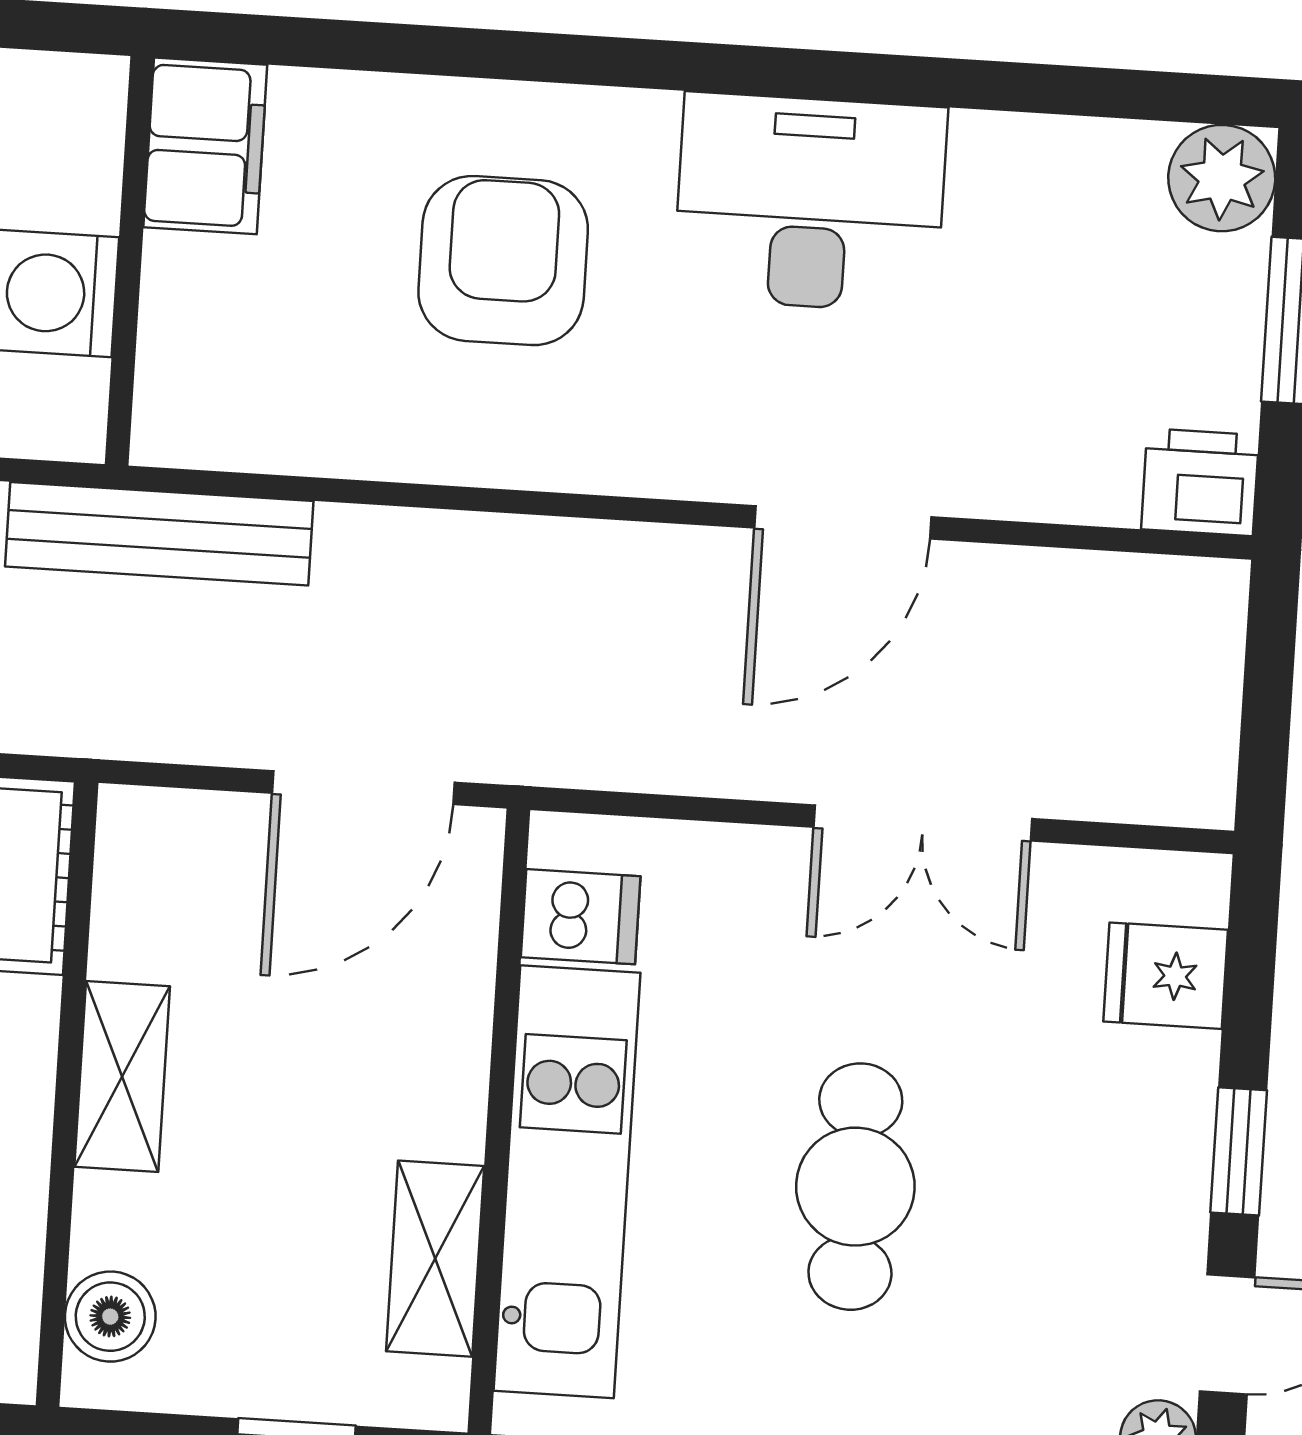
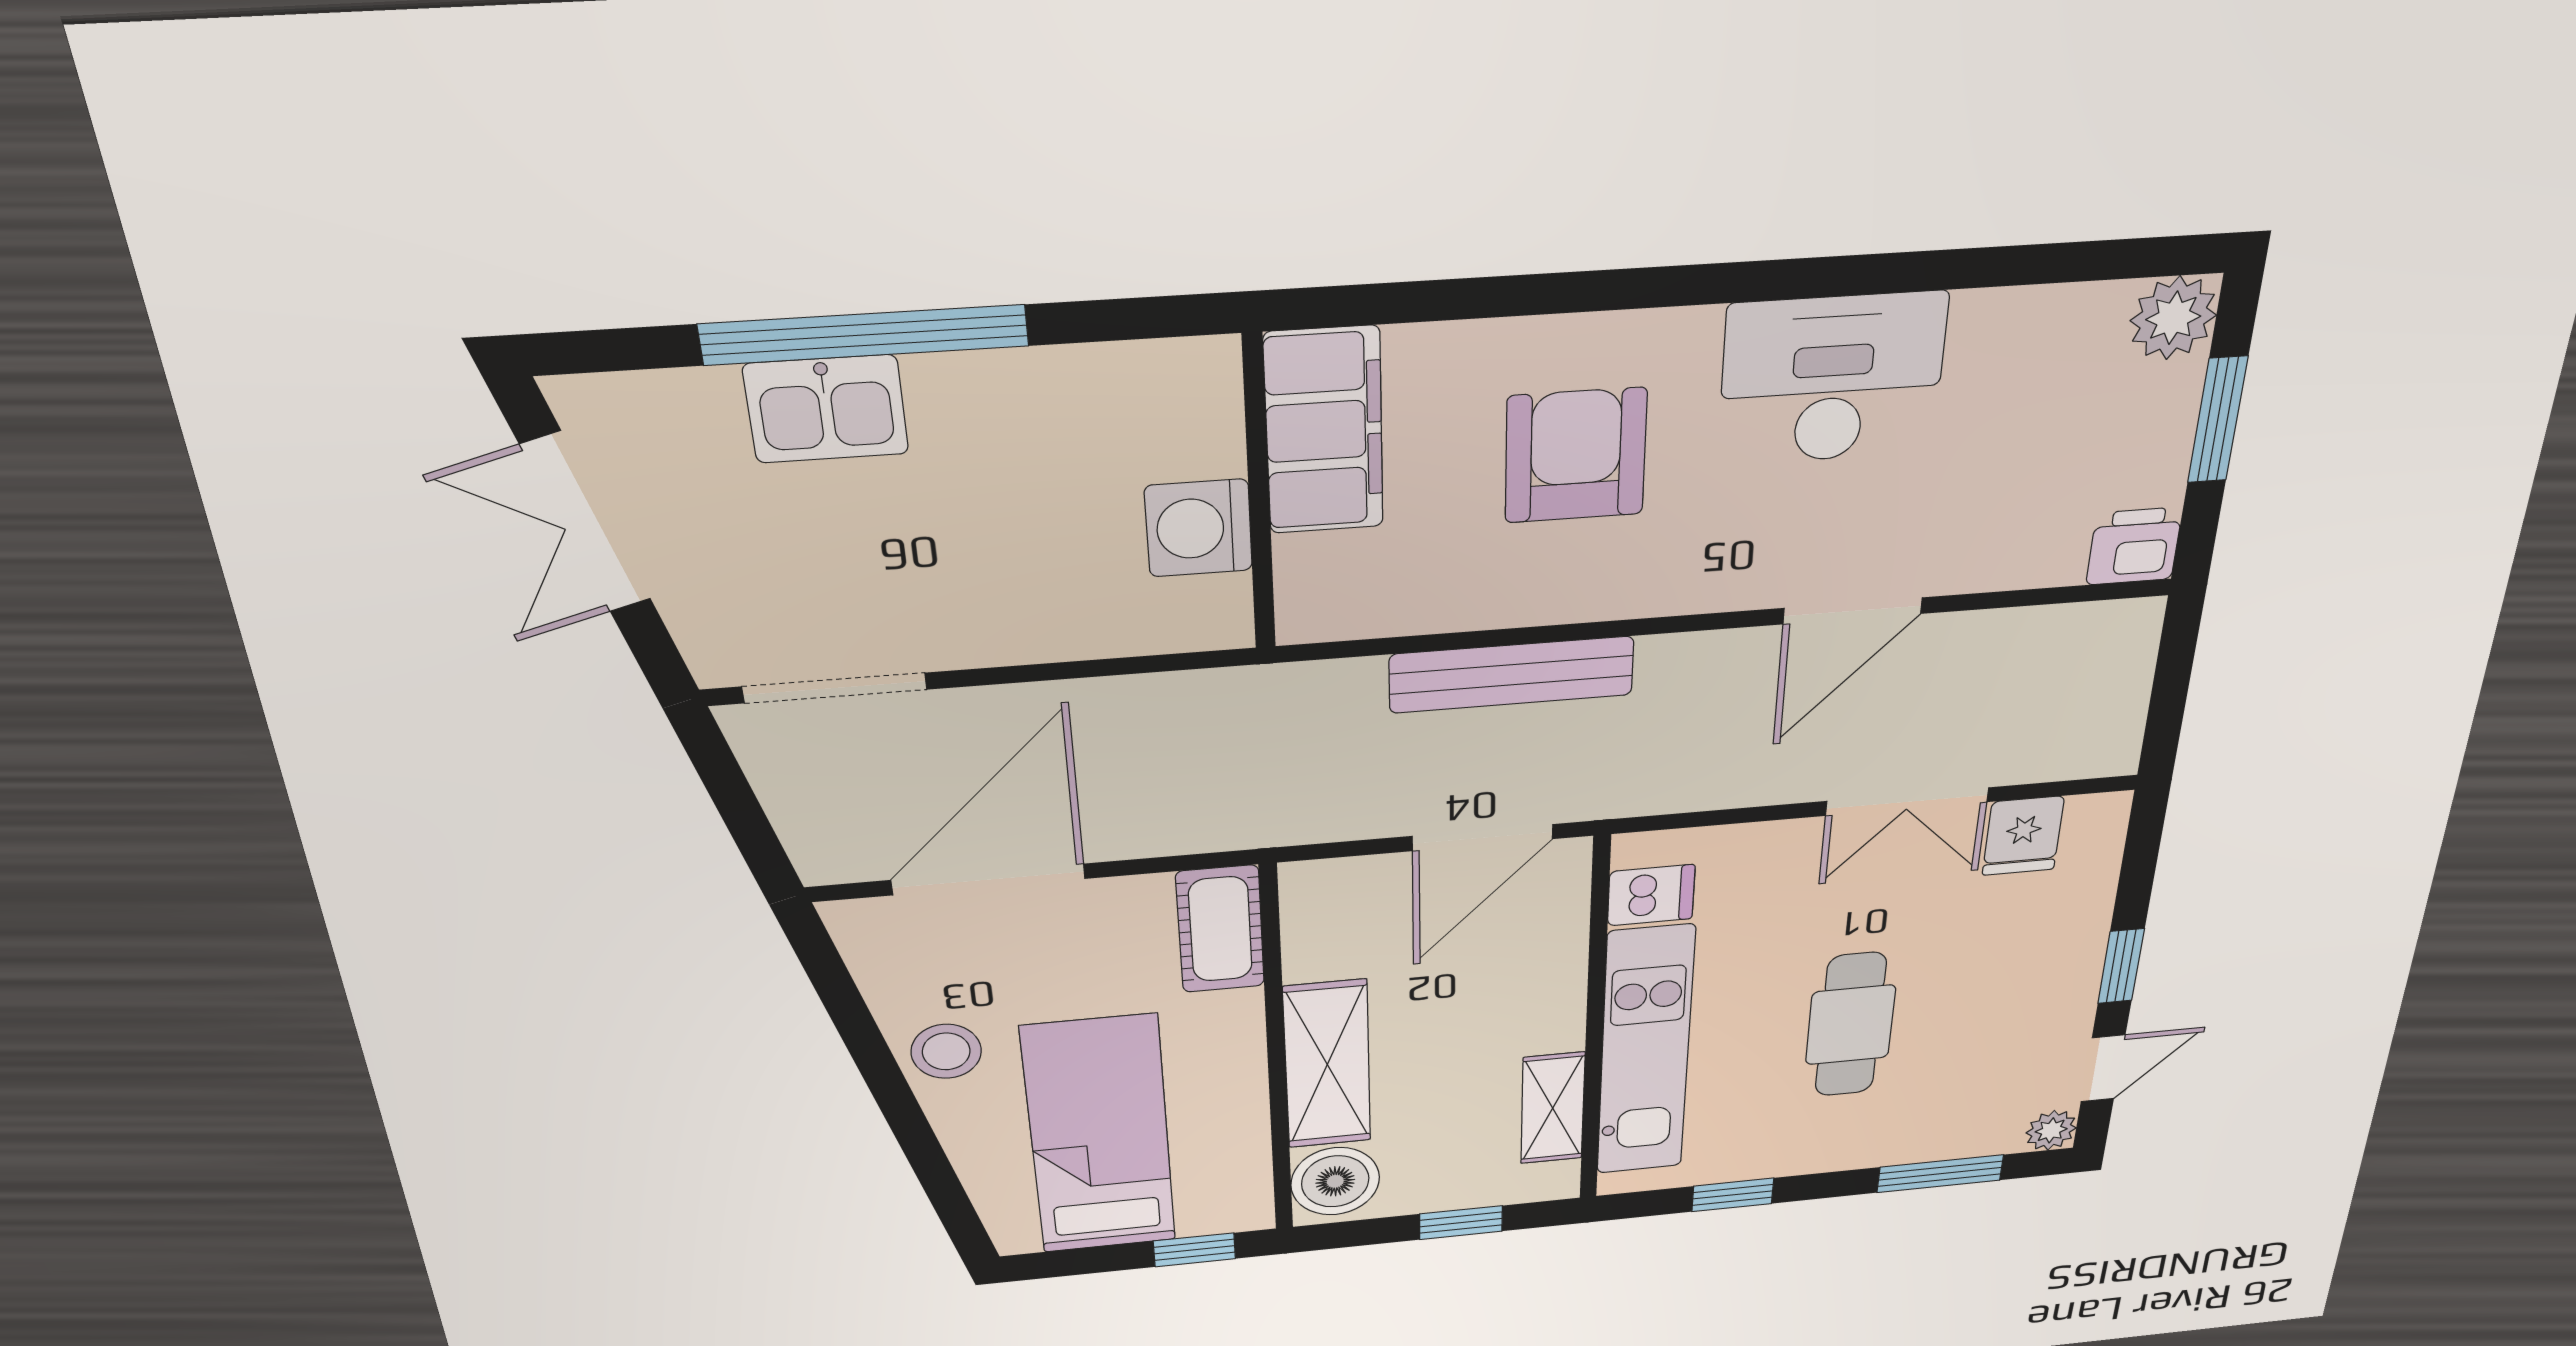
filing cabinet: (205, 146) -> (1324, 431), width x1.50, depth x1.17
bench: (159, 534) -> (1512, 675), moved
fridge: (1166, 976) -> (2023, 836), moved, turned -90
shelving: (122, 1076) -> (1327, 1064), width x1.50, depth x1.33
boiler: (110, 1317) -> (1335, 1181), width x1.36, depth x1.36

